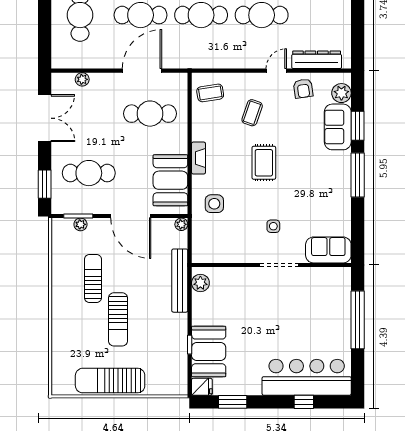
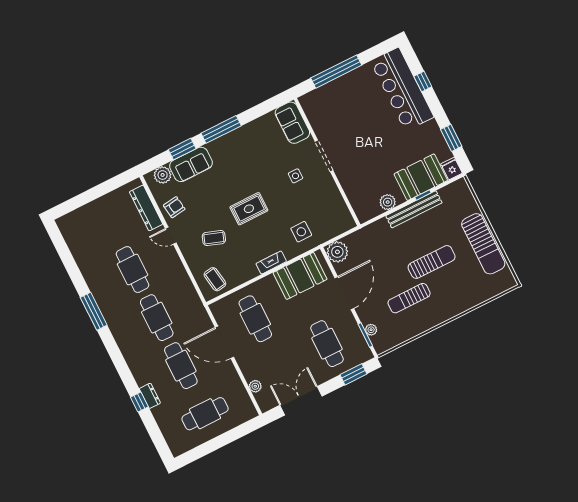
plant: (181, 224) -> (337, 252), width x1.87, depth x1.87
bench: (180, 281) -> (414, 209), moved
plant: (200, 283) -> (388, 202), moved

